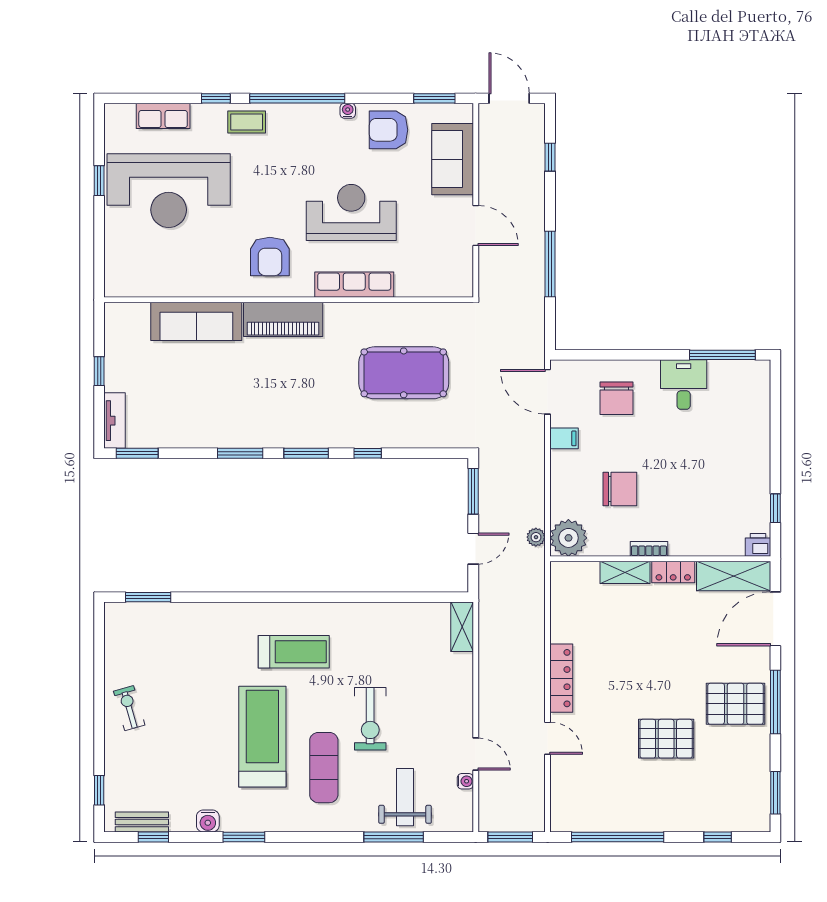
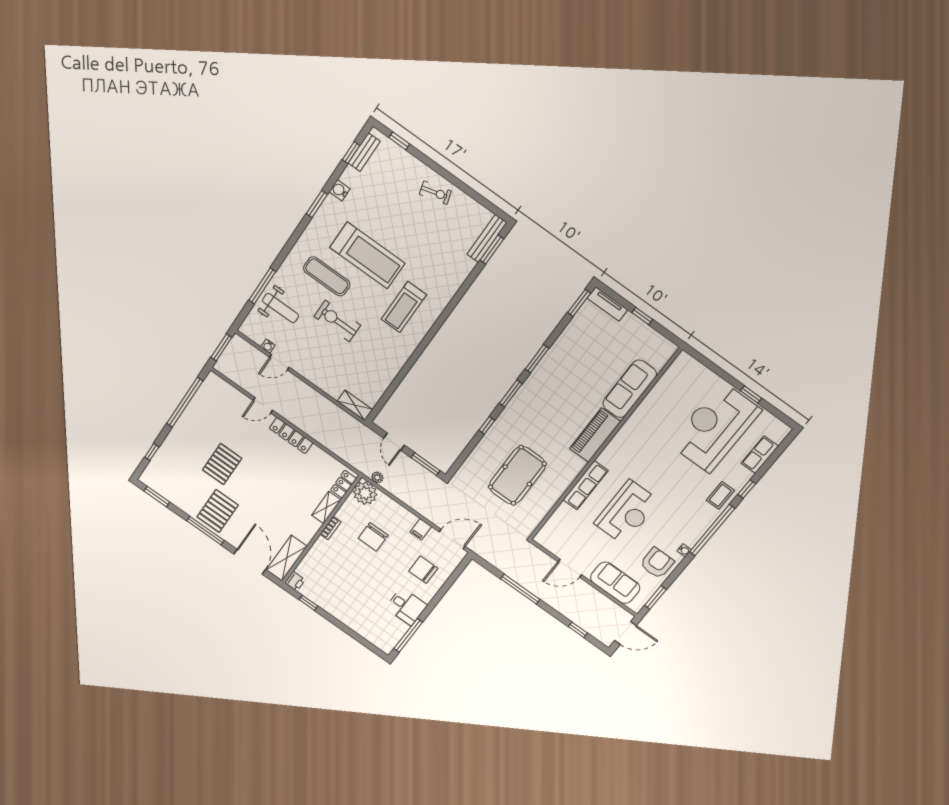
armchair: (270, 257) -> (635, 453), removed
locker: (673, 572) -> (344, 484), moved
bench: (140, 612) -> (487, 239), added

